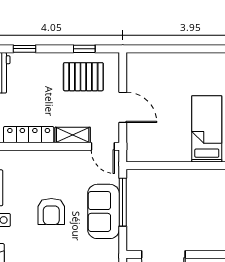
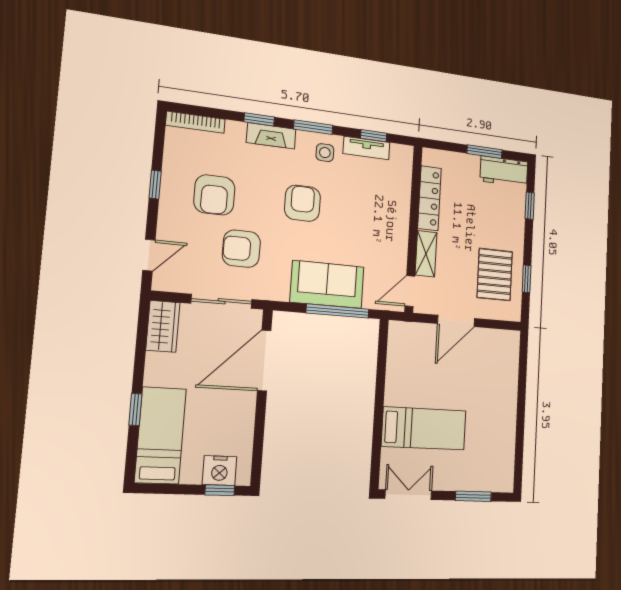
armchair: (51, 212) -> (302, 203), moved, turned 90

